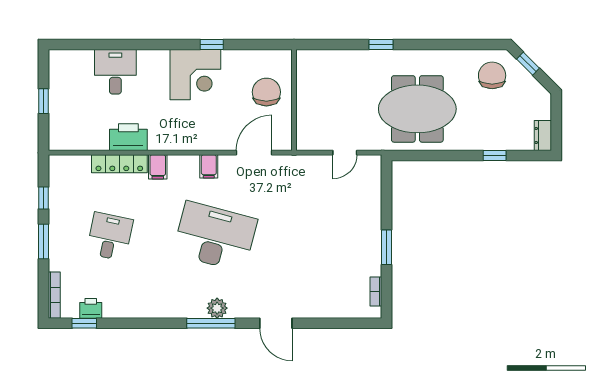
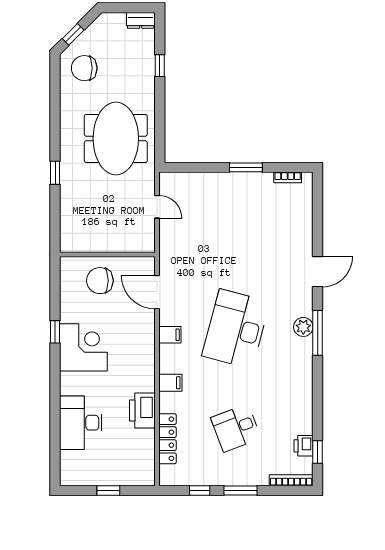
desk: (115, 72) -> (81, 423), width x1.37
locker: (119, 164) -> (167, 439), moved
desk: (110, 237) -> (236, 428), turned -33

